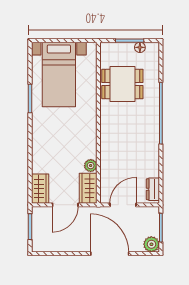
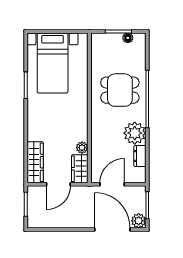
dining table: (122, 84) -> (120, 90), moved
plant: (147, 150) -> (135, 133), added
wardrobe: (40, 189) -> (35, 162), width x1.50
dresser: (153, 189) -> (140, 156), moved
door: (110, 254) -> (112, 229), moved

